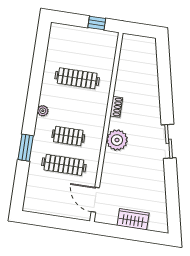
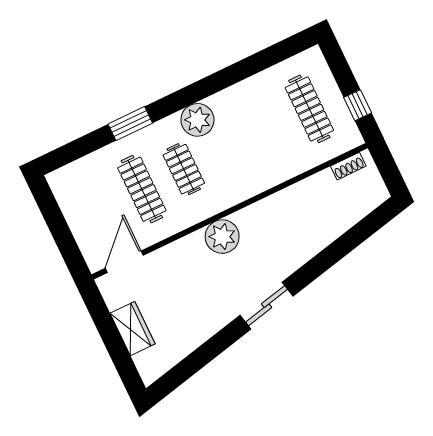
clothes rail: (77, 78) -> (309, 109), moved
shoe rack: (116, 107) -> (348, 166), moved
plant: (43, 111) -> (197, 120), width x1.87, depth x1.87

